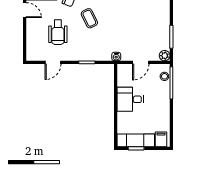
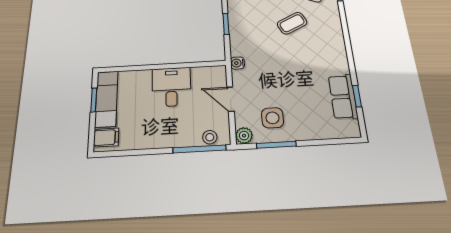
side table: (154, 37) -> (272, 118), added

